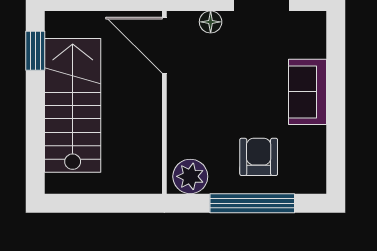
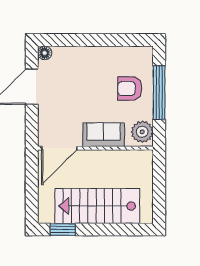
floor lamp: (211, 22) -> (45, 53), moved
sofa: (307, 92) -> (104, 135), moved, turned 180

